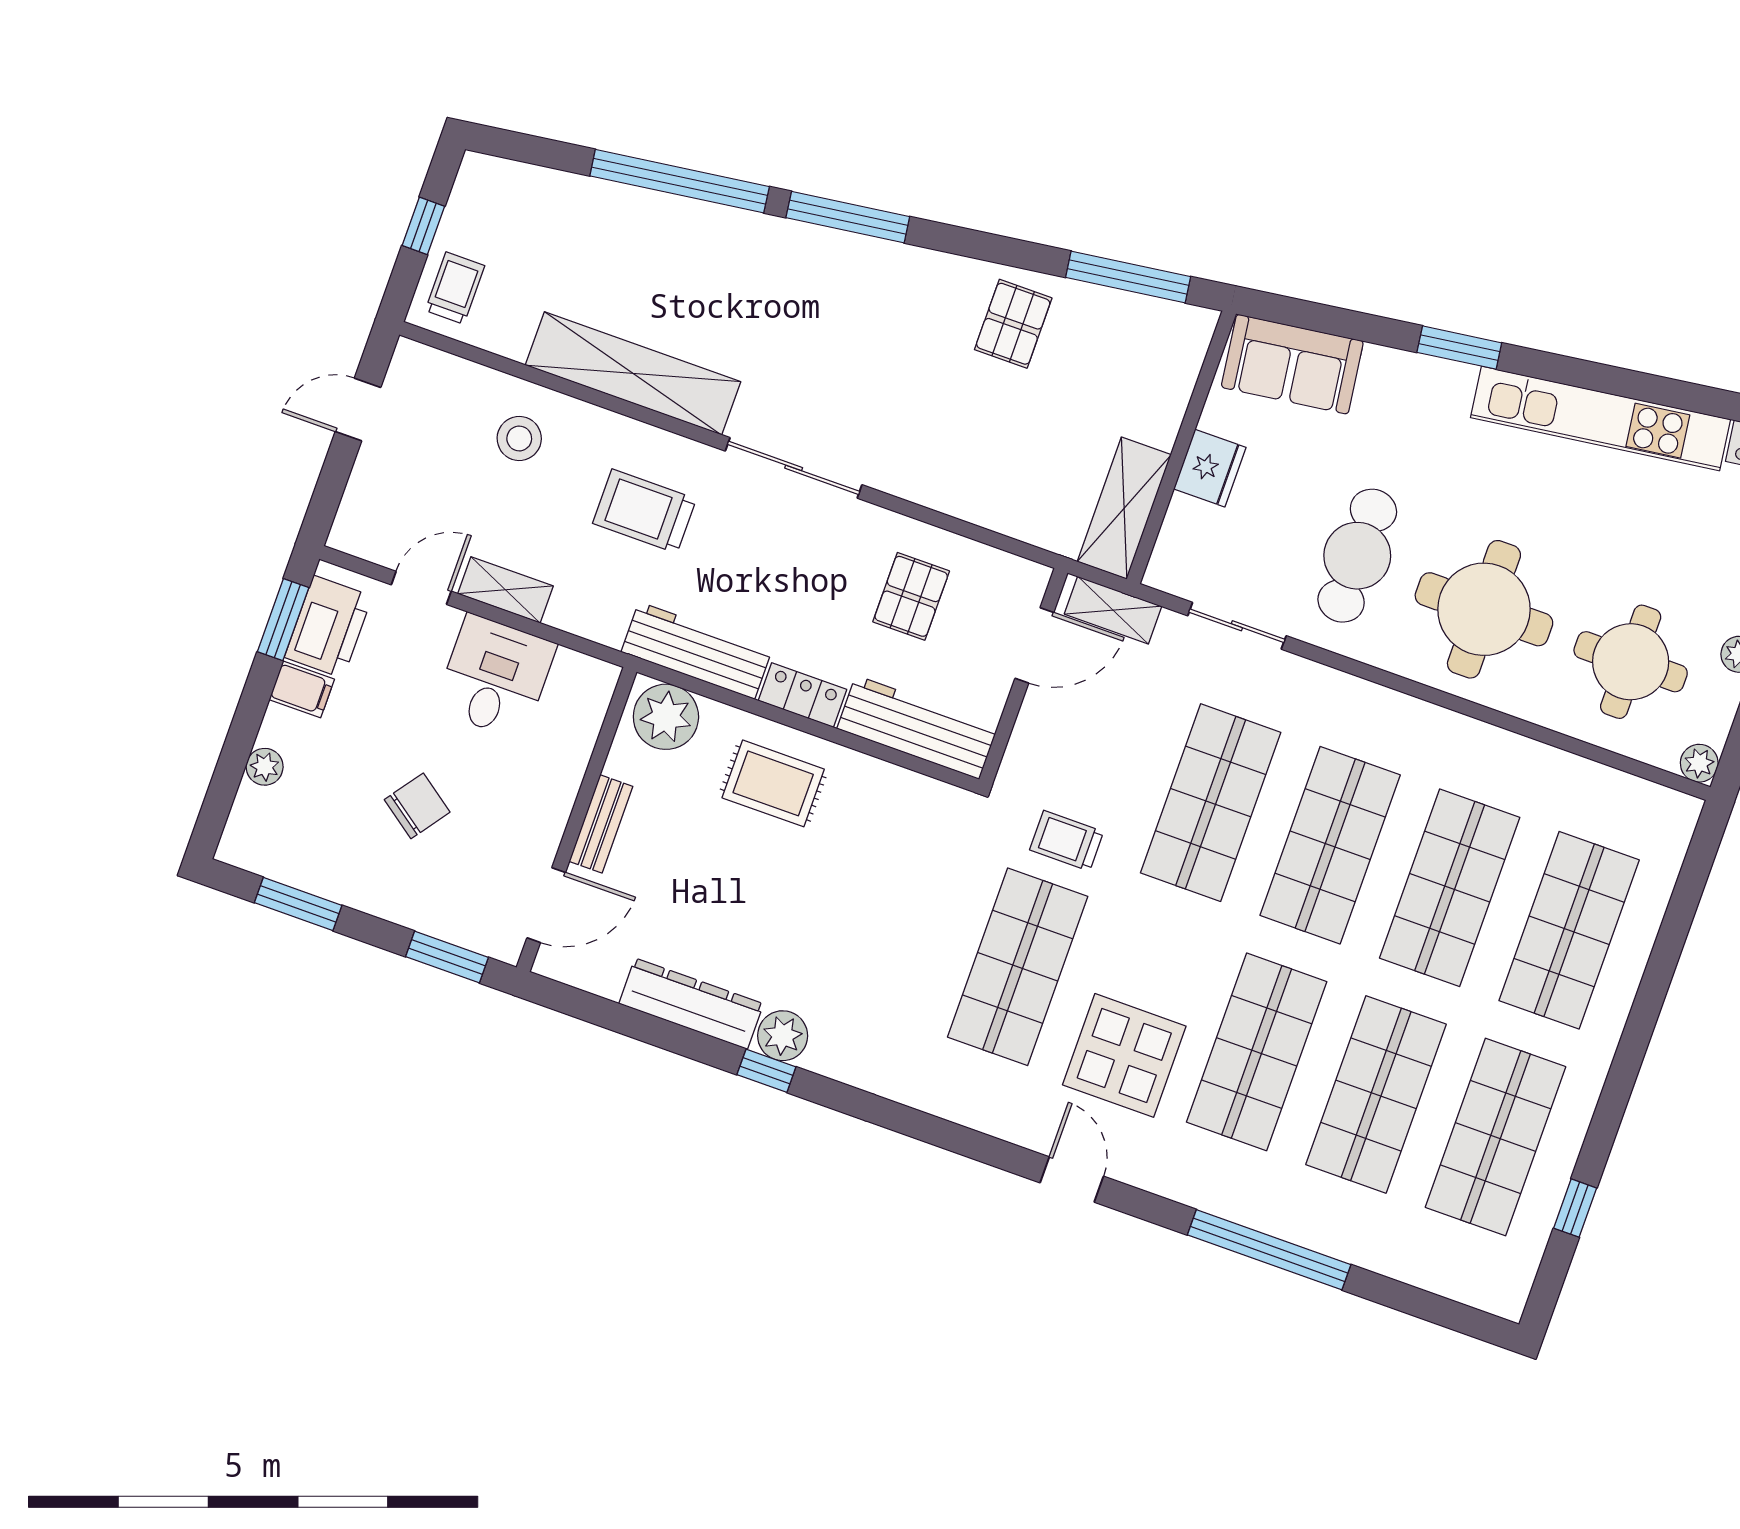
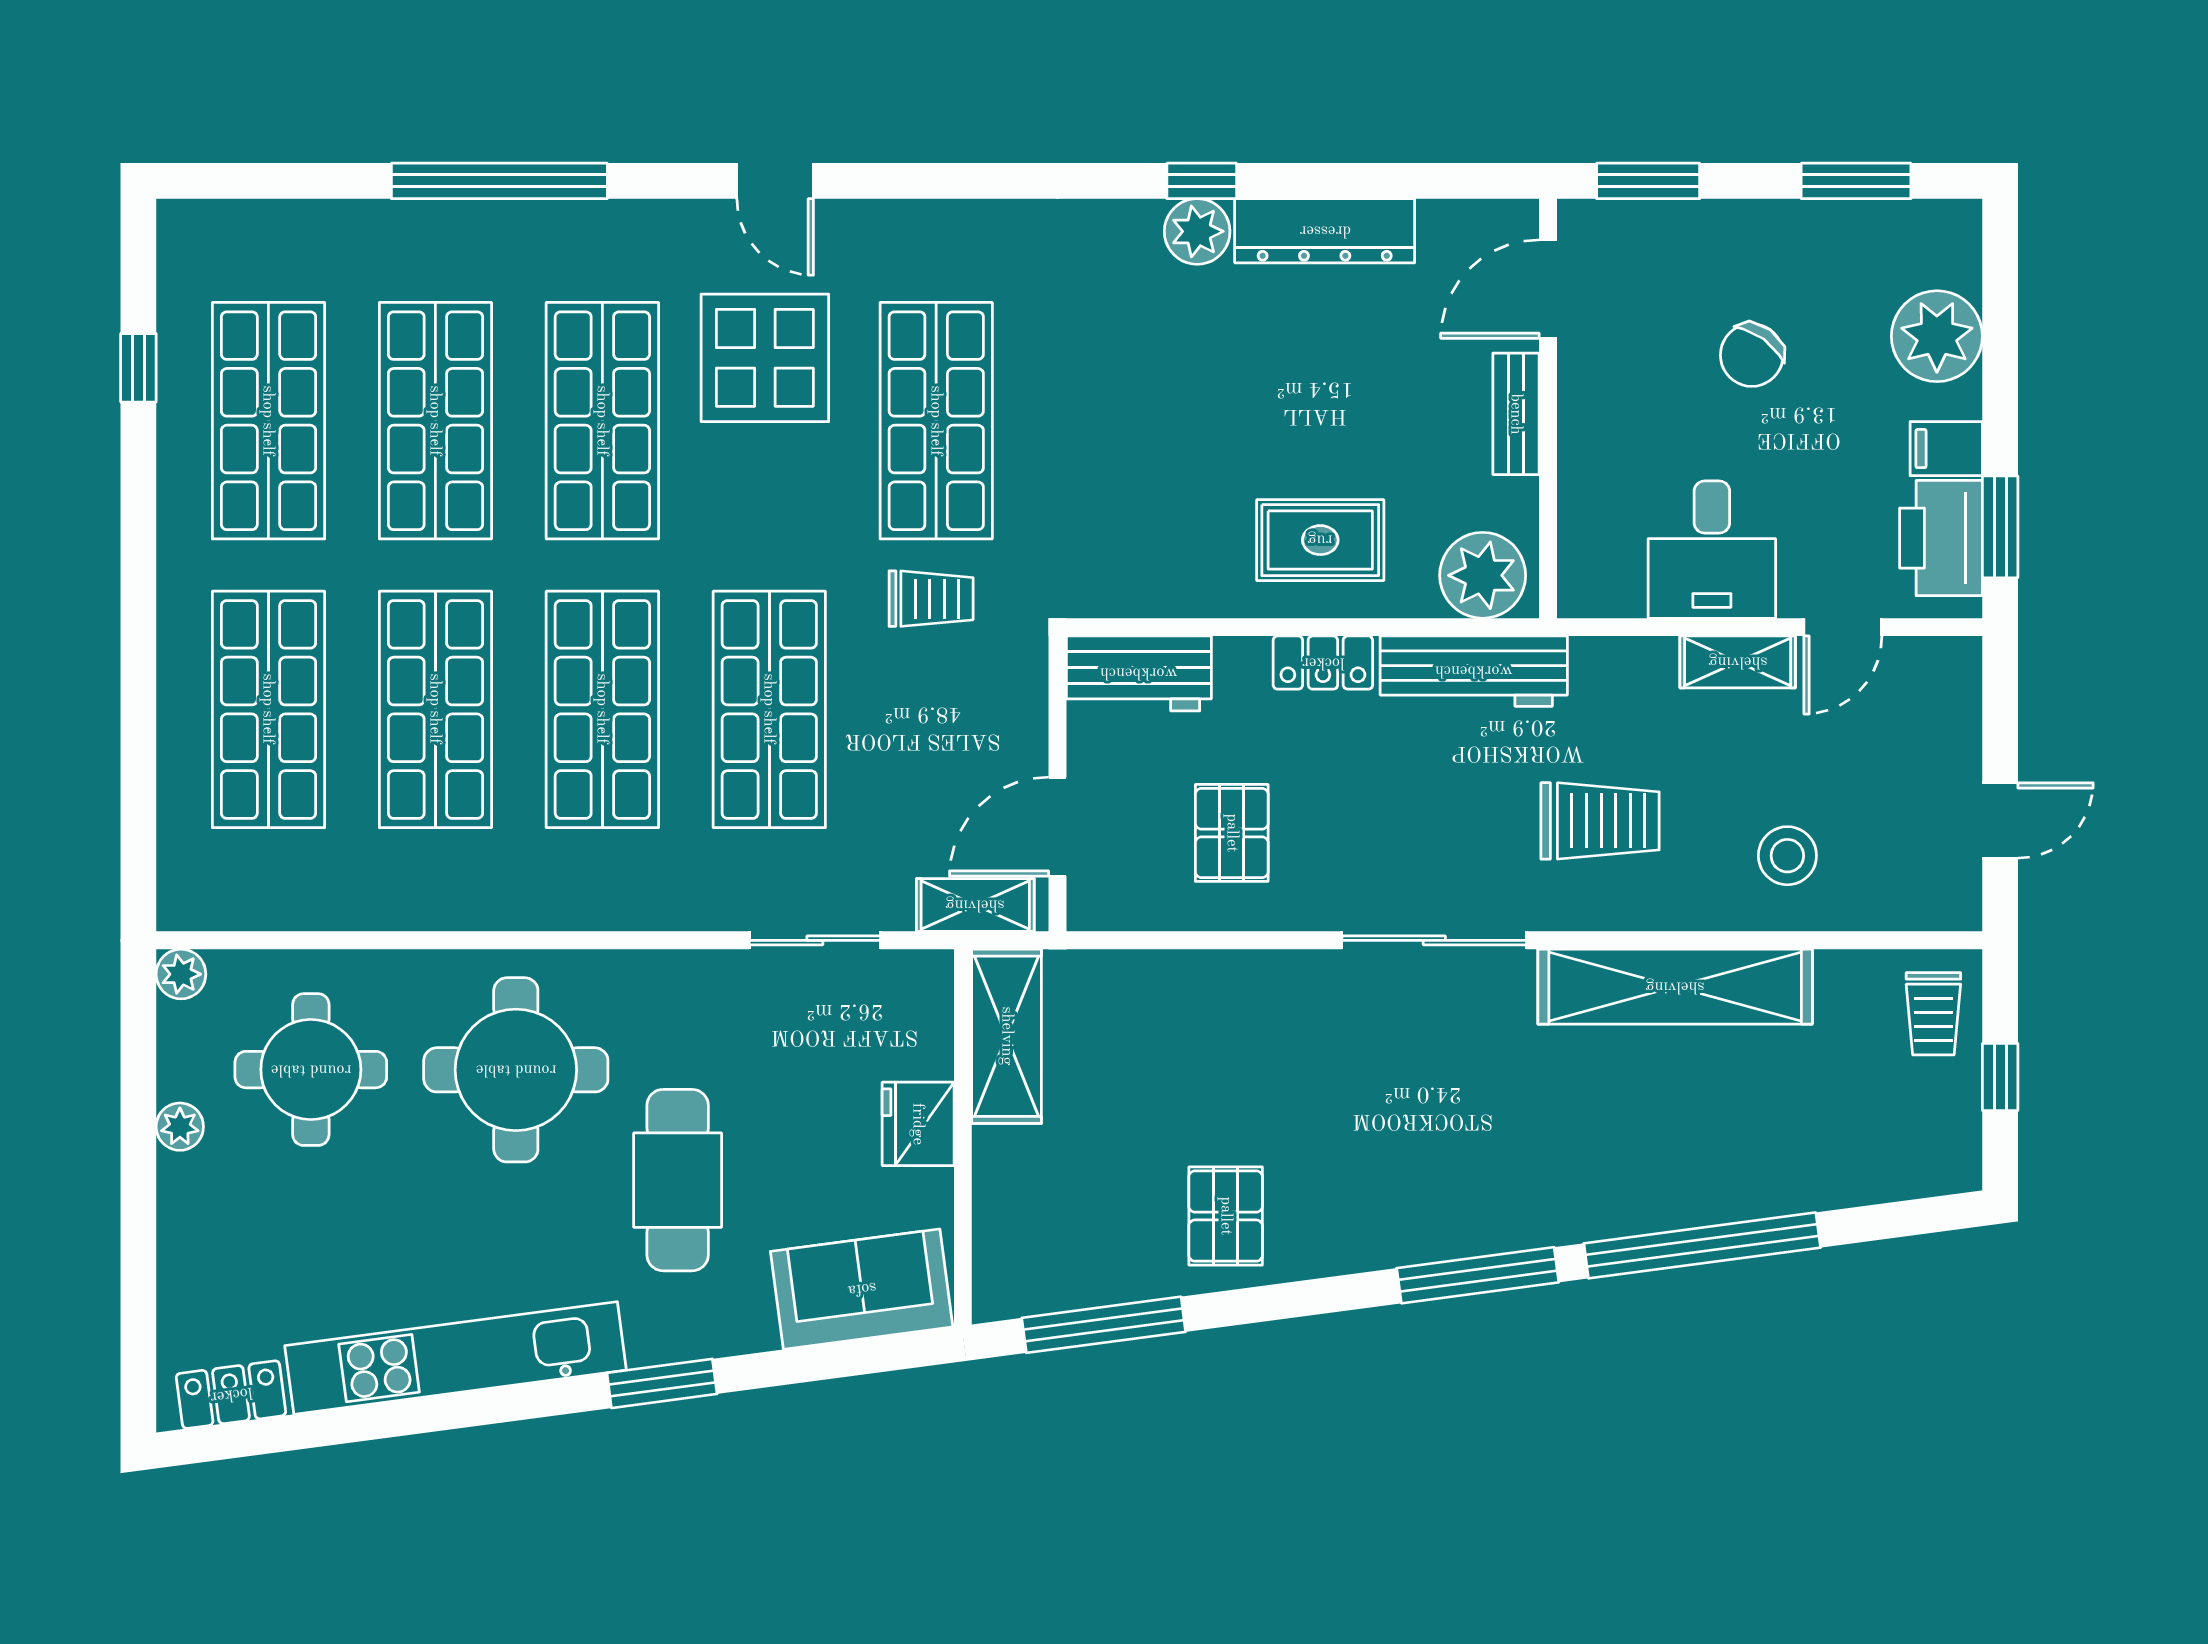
cafe table: (1357, 556) -> (678, 1180), moved
workbench: (918, 727) -> (1139, 673), width x0.73
plant: (265, 767) -> (1937, 336), width x1.88, depth x1.88

